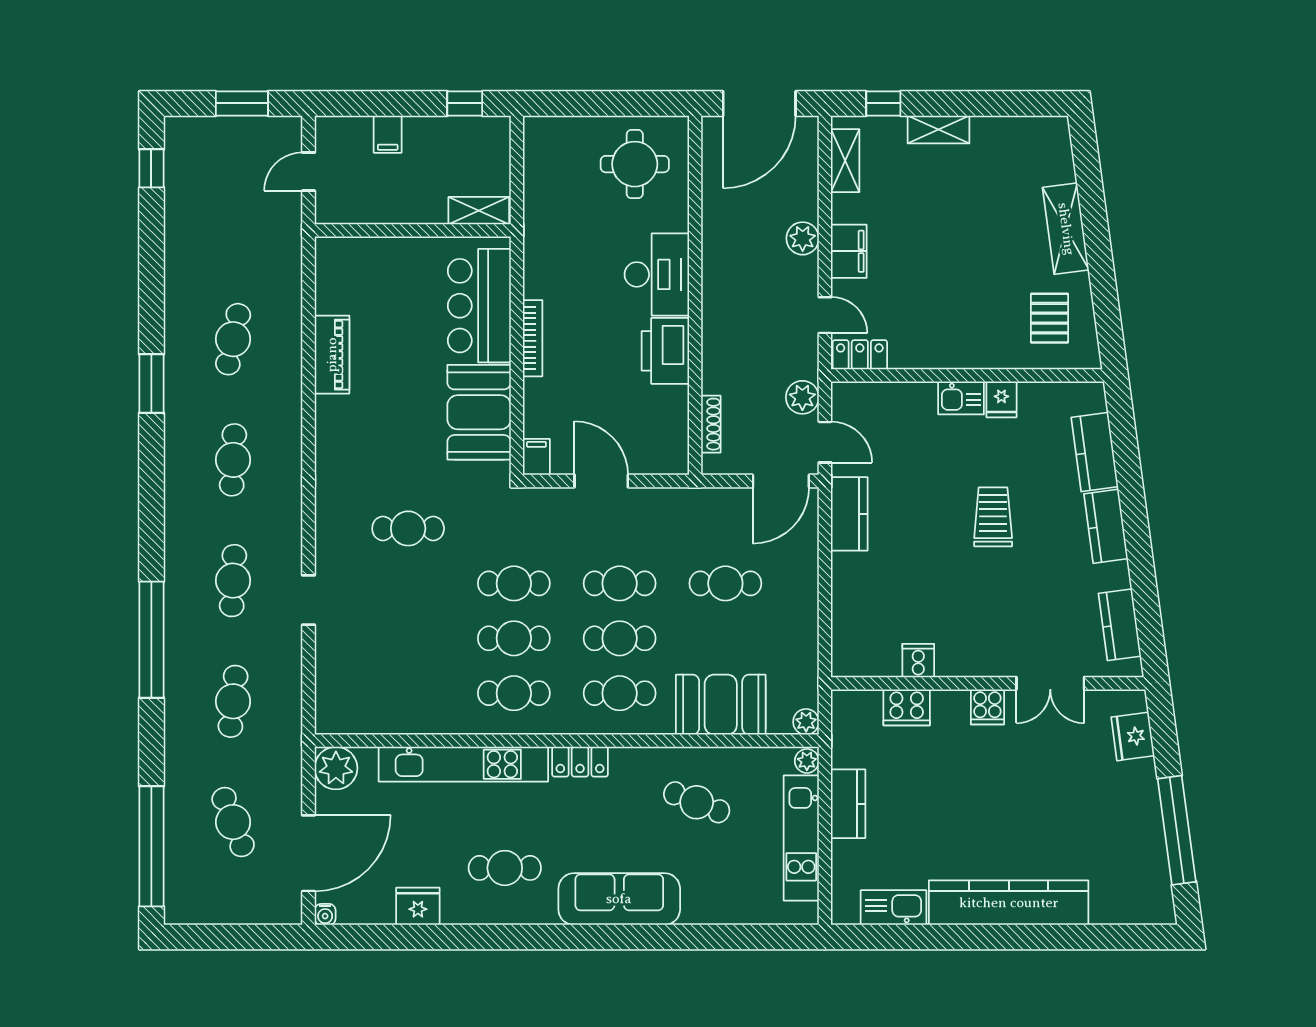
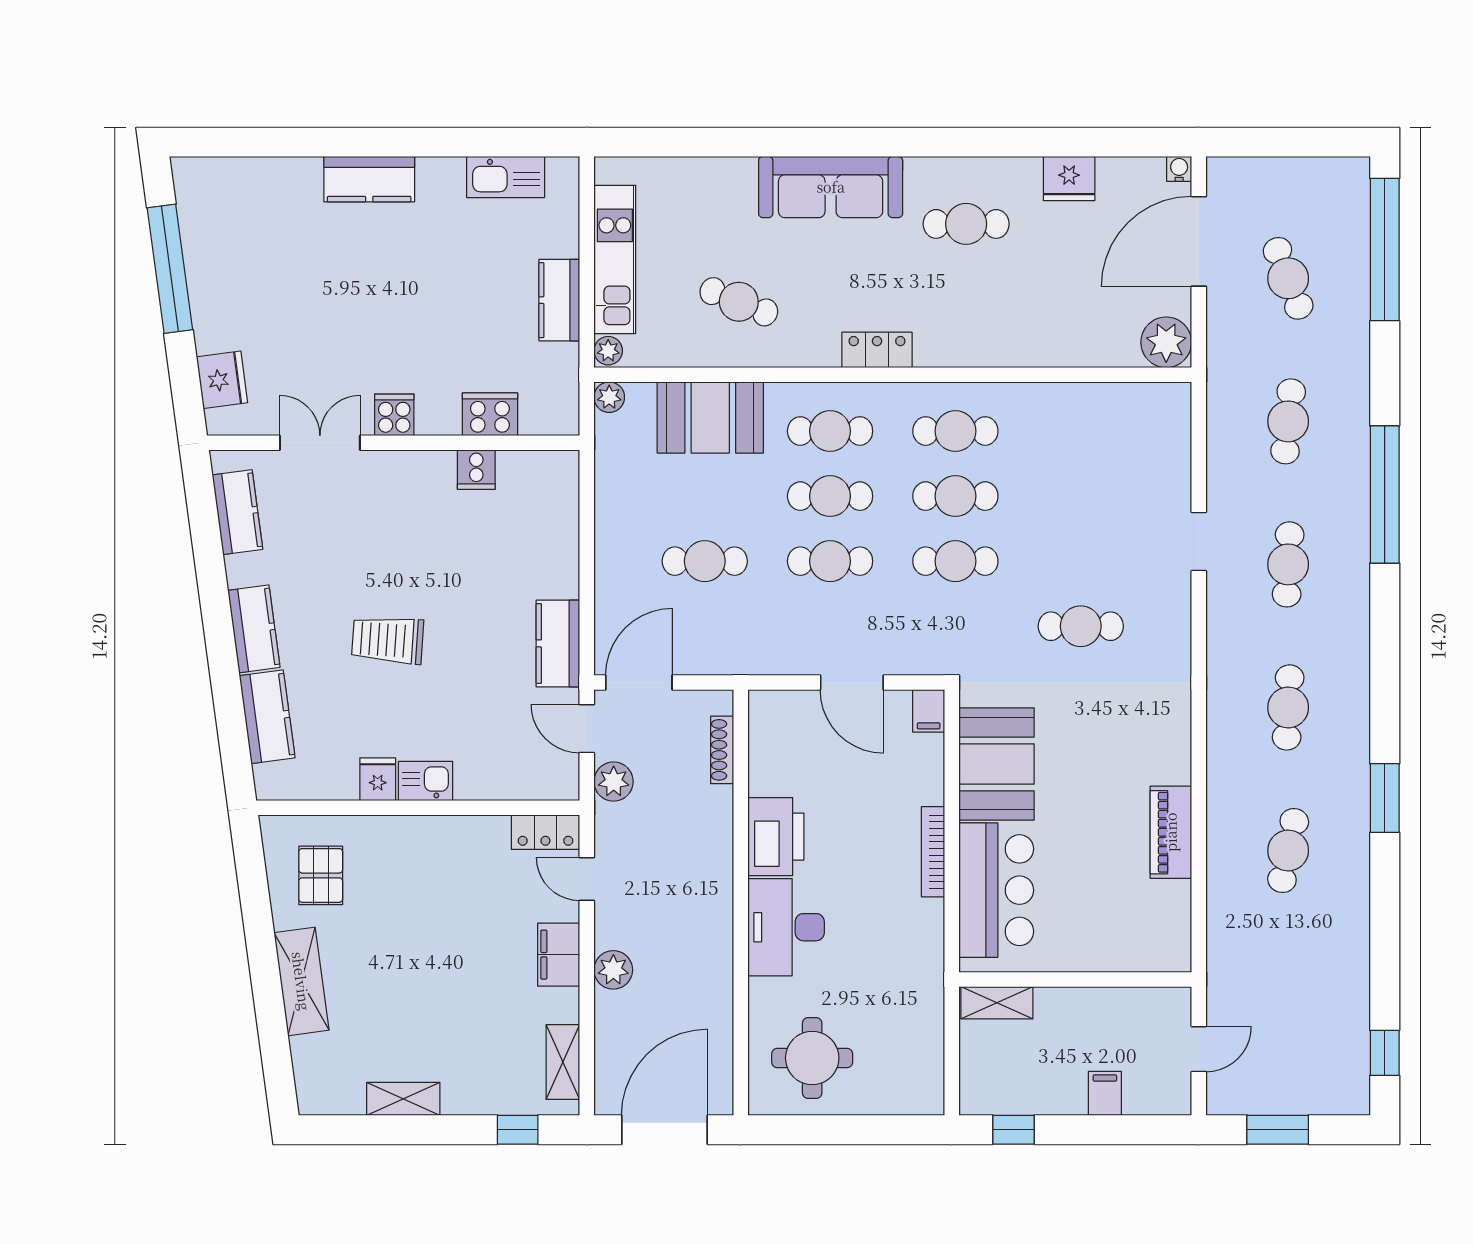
shelving: (939, 129) -> (403, 1099), moved
trolley: (993, 517) -> (388, 640), turned 94
kitchen unit: (463, 764) -> (1015, 347), removed
kitchen counter: (1009, 903) -> (369, 179), width x0.48, depth x0.86

